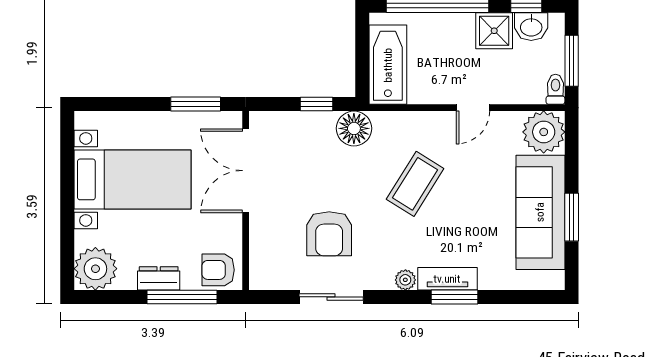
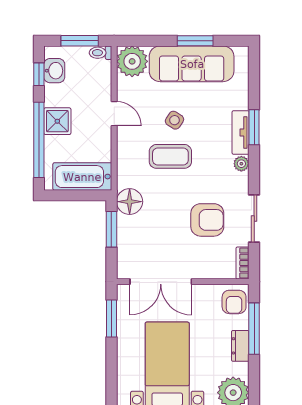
shower: (494, 31) -> (57, 121), moved
window: (316, 104) -> (111, 229), width x1.50
coffee table: (415, 184) -> (170, 156), turned -32
side table: (464, 189) -> (174, 120), added
bookcase: (271, 281) -> (242, 263), added

